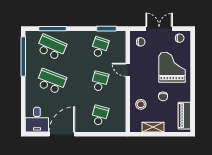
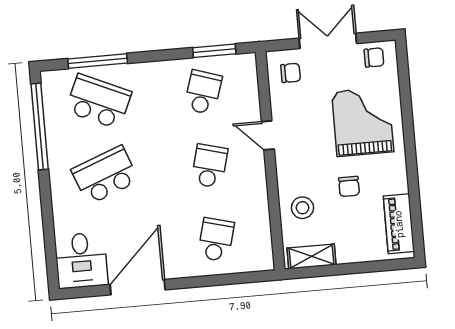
school desk: (51, 81) -> (105, 175), turned -42
shelving: (153, 127) -> (312, 256), moved

